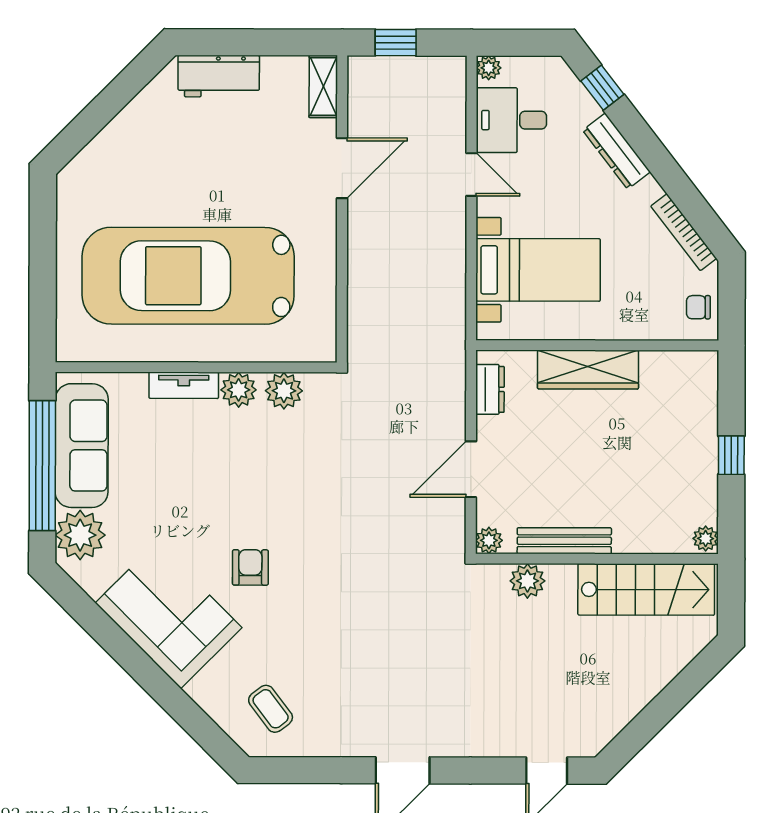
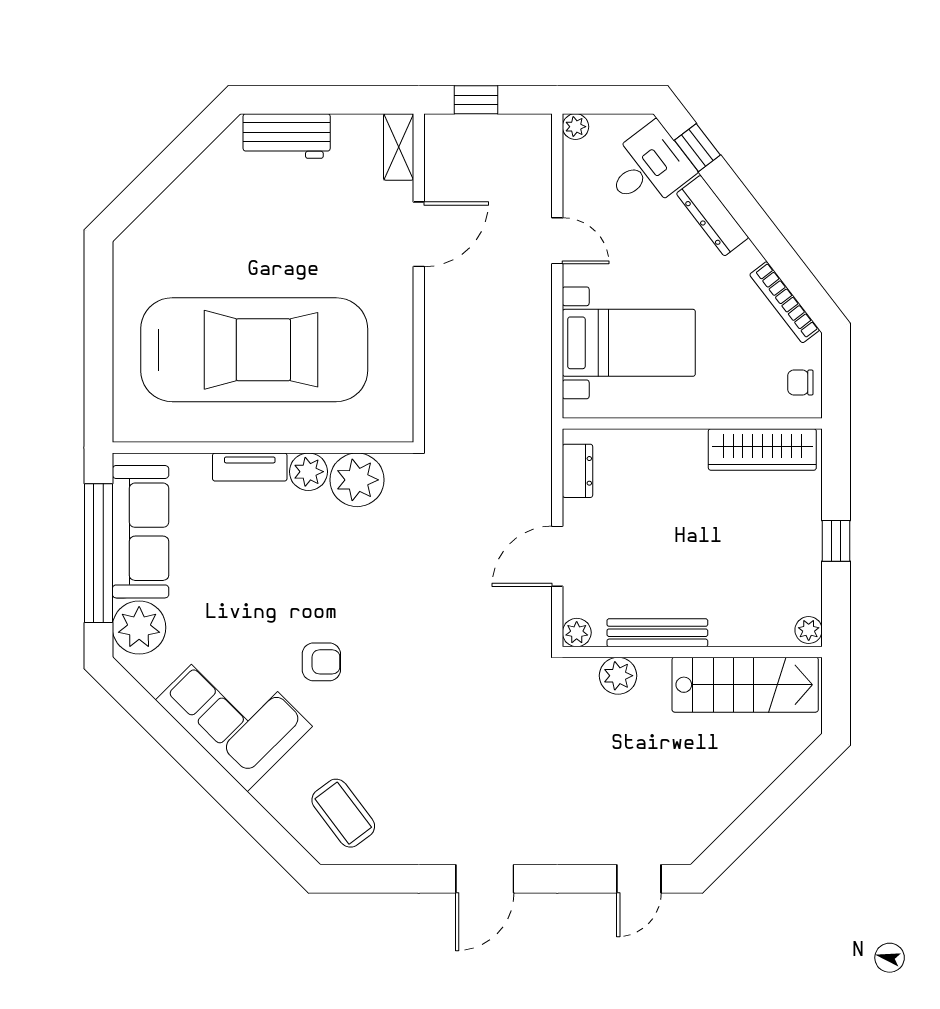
desk: (511, 120) -> (648, 168), moved, turned 142
car: (188, 276) -> (254, 350), turned 180
wardrobe: (588, 370) -> (762, 449), moved
plant: (284, 391) -> (357, 480), width x1.36, depth x1.36
armchair: (250, 567) -> (321, 662), turned 90
coffee table: (271, 709) -> (343, 813), width x1.36, depth x1.30

